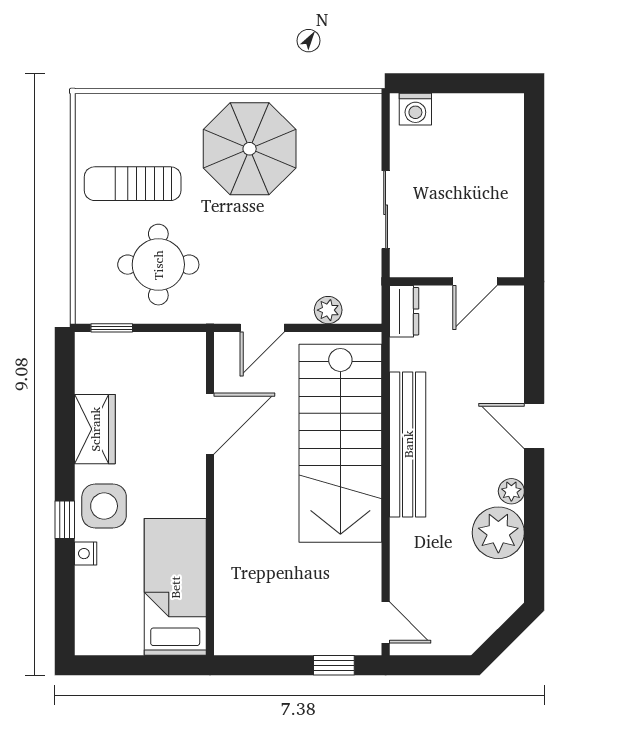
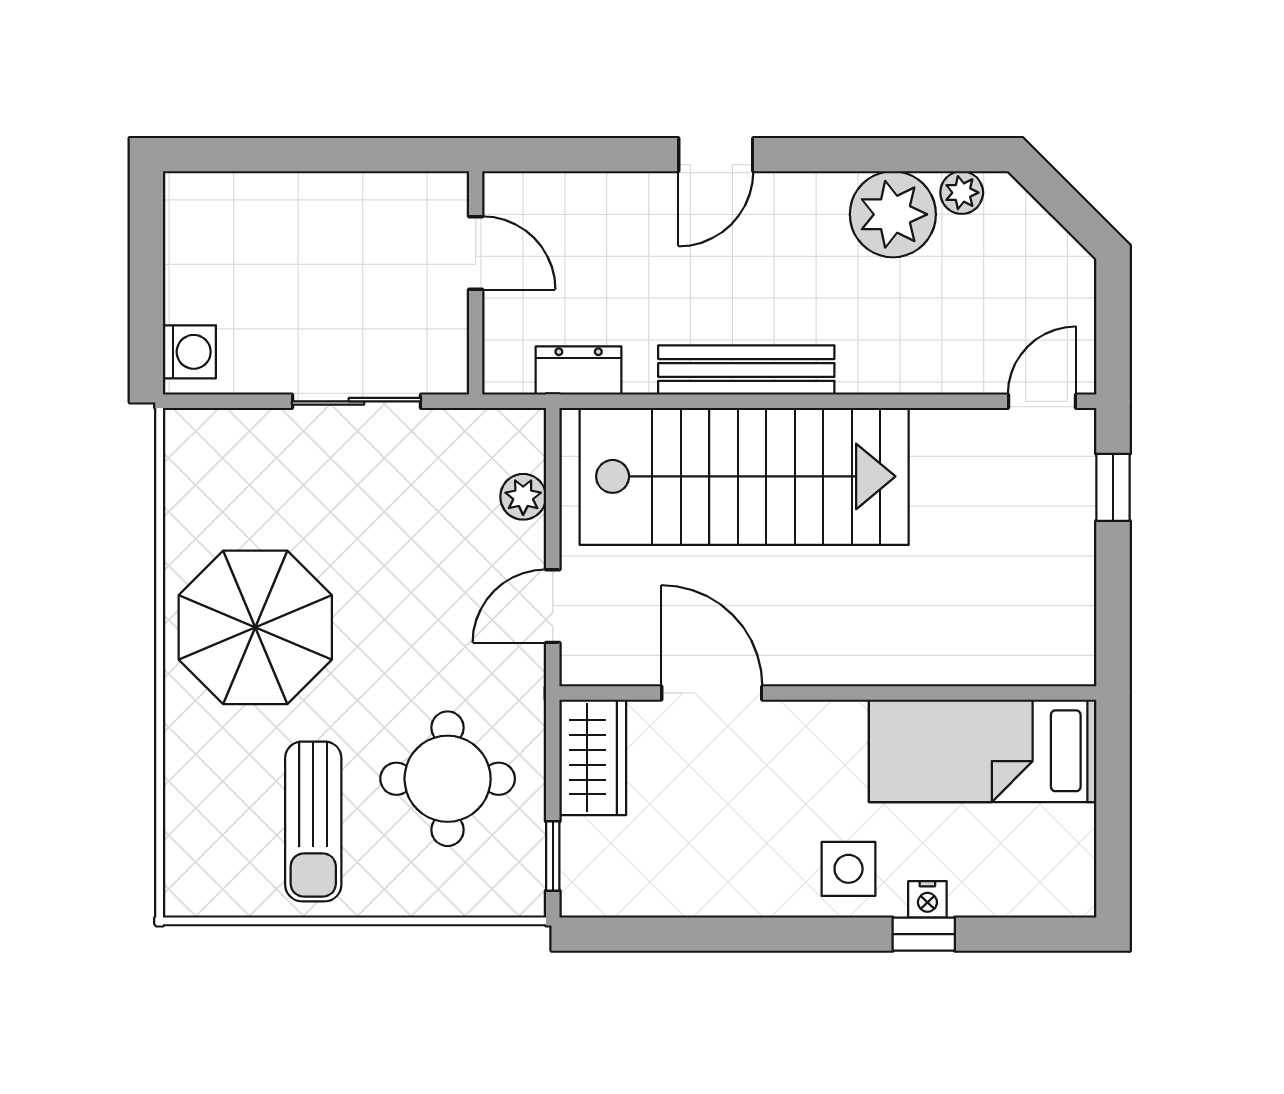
dresser: (404, 311) -> (579, 371), moved
door: (262, 328) -> (553, 606), swing flipped
wardrobe: (95, 429) -> (593, 757), moved, turned 90
bench: (408, 444) -> (746, 370), width x0.73, depth x0.82
plant: (511, 491) -> (962, 193), moved
side table: (104, 506) -> (849, 869), width x0.73, depth x0.73
window: (65, 520) -> (924, 934), moved

